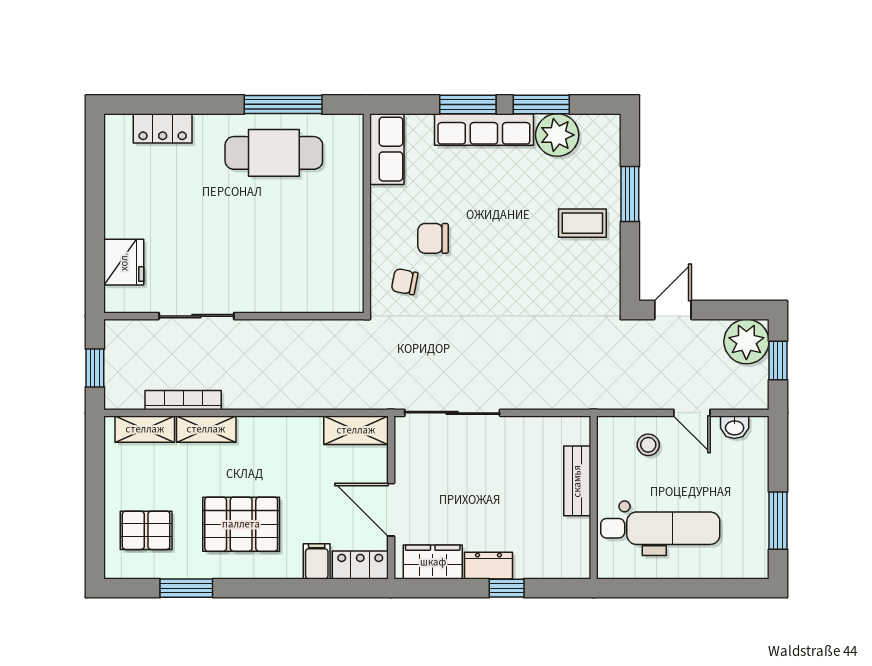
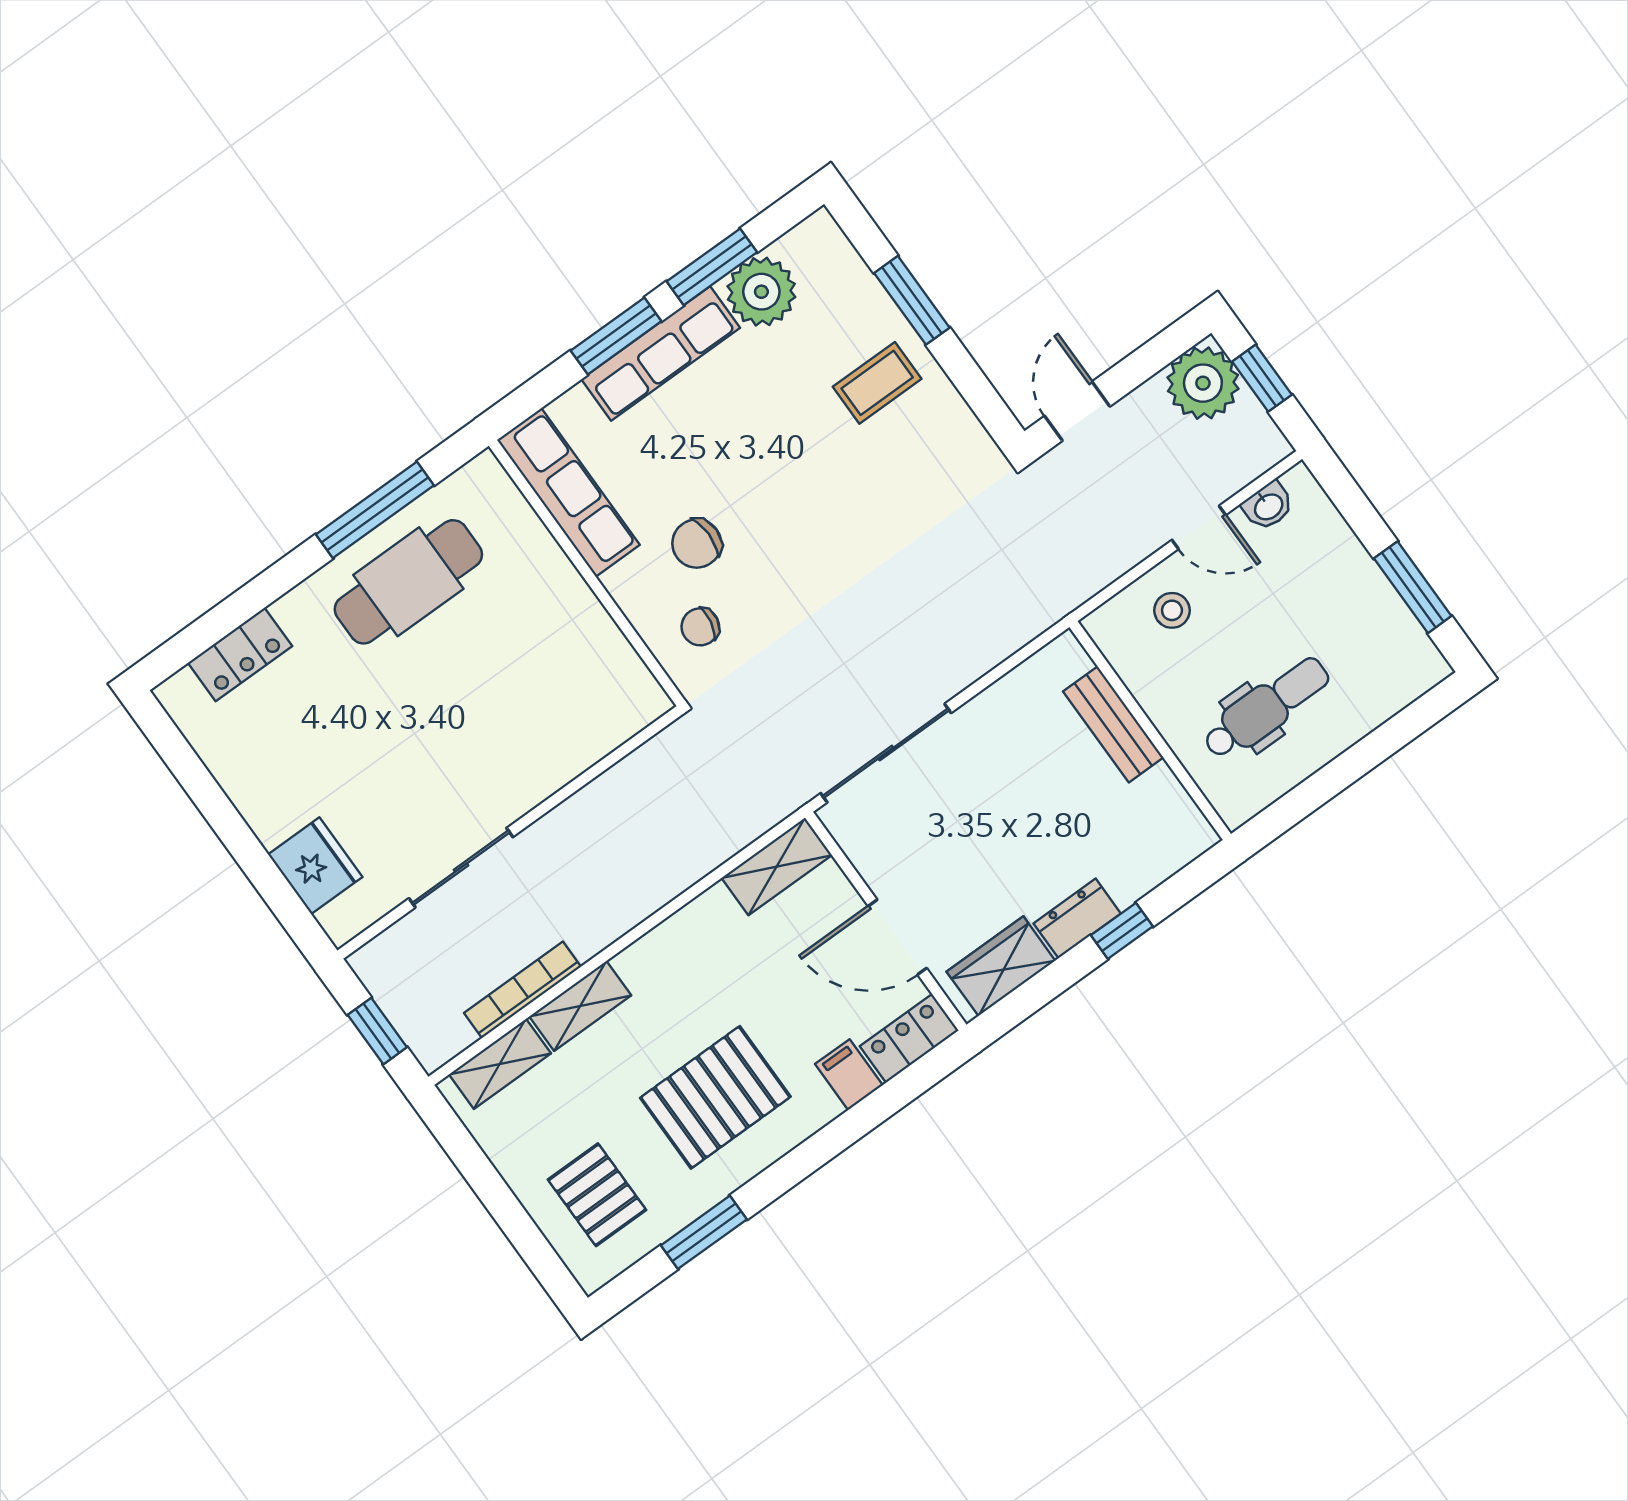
row of seats: (387, 149) -> (568, 492), width x1.48
dental chair: (660, 528) -> (1266, 708), width x0.73, depth x0.72
pallet: (146, 530) -> (597, 1195), turned 90

